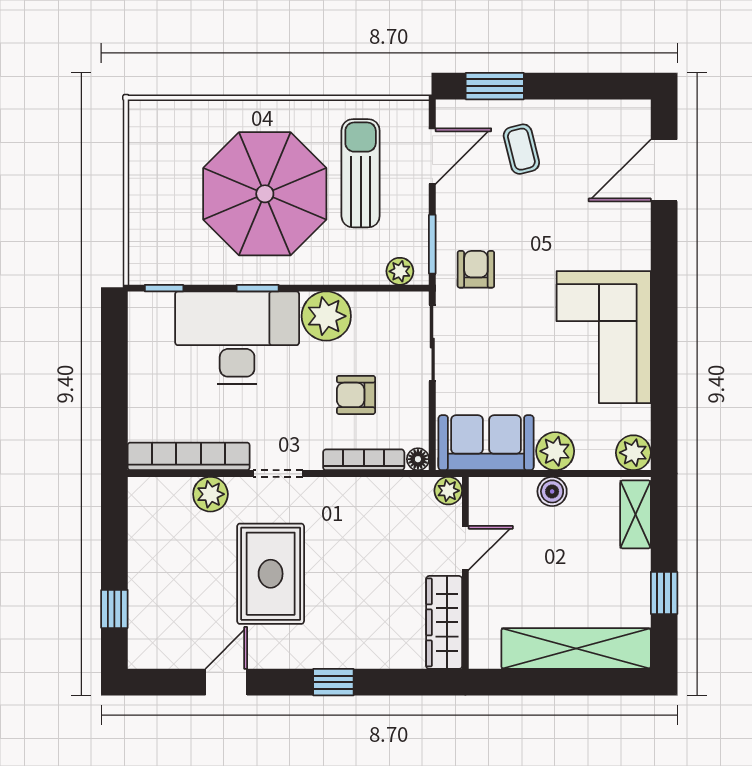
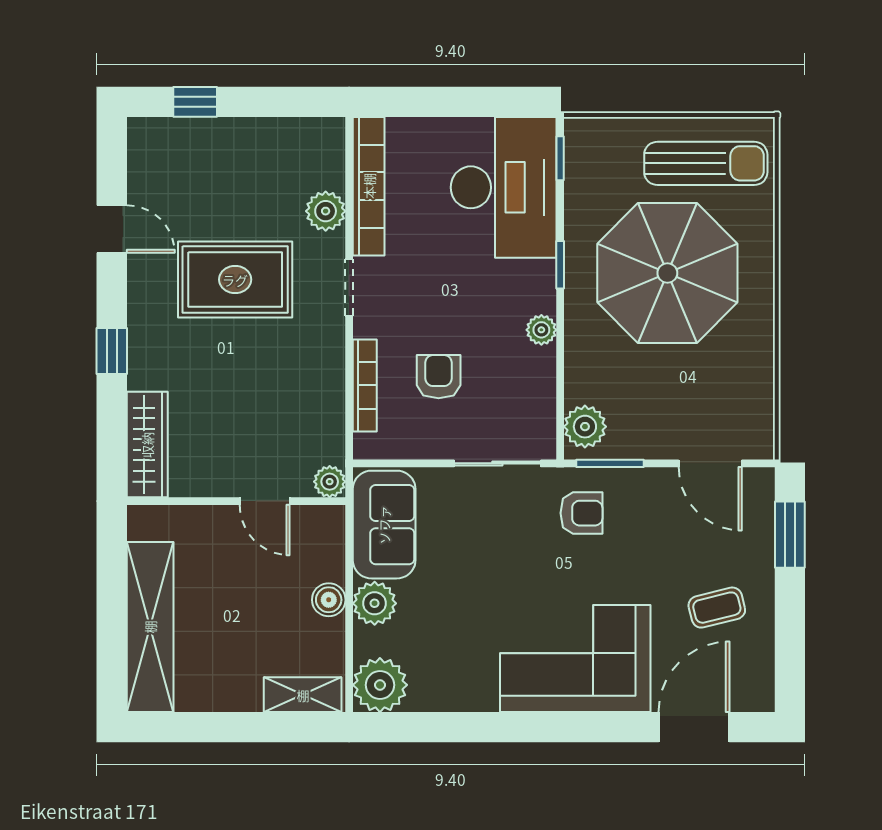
coffee table: (521, 149) -> (717, 608), moved
door: (664, 170) -> (694, 727), hinge flipped
sun lounger: (361, 173) -> (706, 163), moved
plant: (400, 271) -> (585, 427), width x1.38, depth x1.38
plant: (326, 316) -> (541, 330), width x0.53, depth x0.53
corner sofa: (604, 337) -> (575, 658), moved
desk: (237, 338) -> (504, 187), moved
plant: (633, 453) -> (380, 685), width x1.36, depth x1.36
floor lamp: (418, 459) -> (365, 447), removed
window: (664, 593) -> (213, 727), removed
wardrobe: (444, 622) -> (147, 445), moved, turned 90

